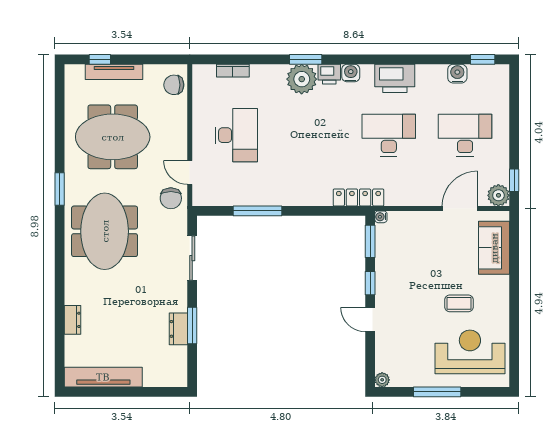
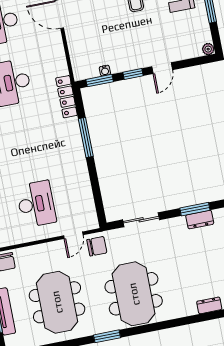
desk: (236, 135) -> (36, 204), turned 90
window: (257, 211) -> (86, 138), moved
water cooler: (381, 217) -> (105, 71), moved
meeting table: (105, 231) -> (134, 294), turned 90

